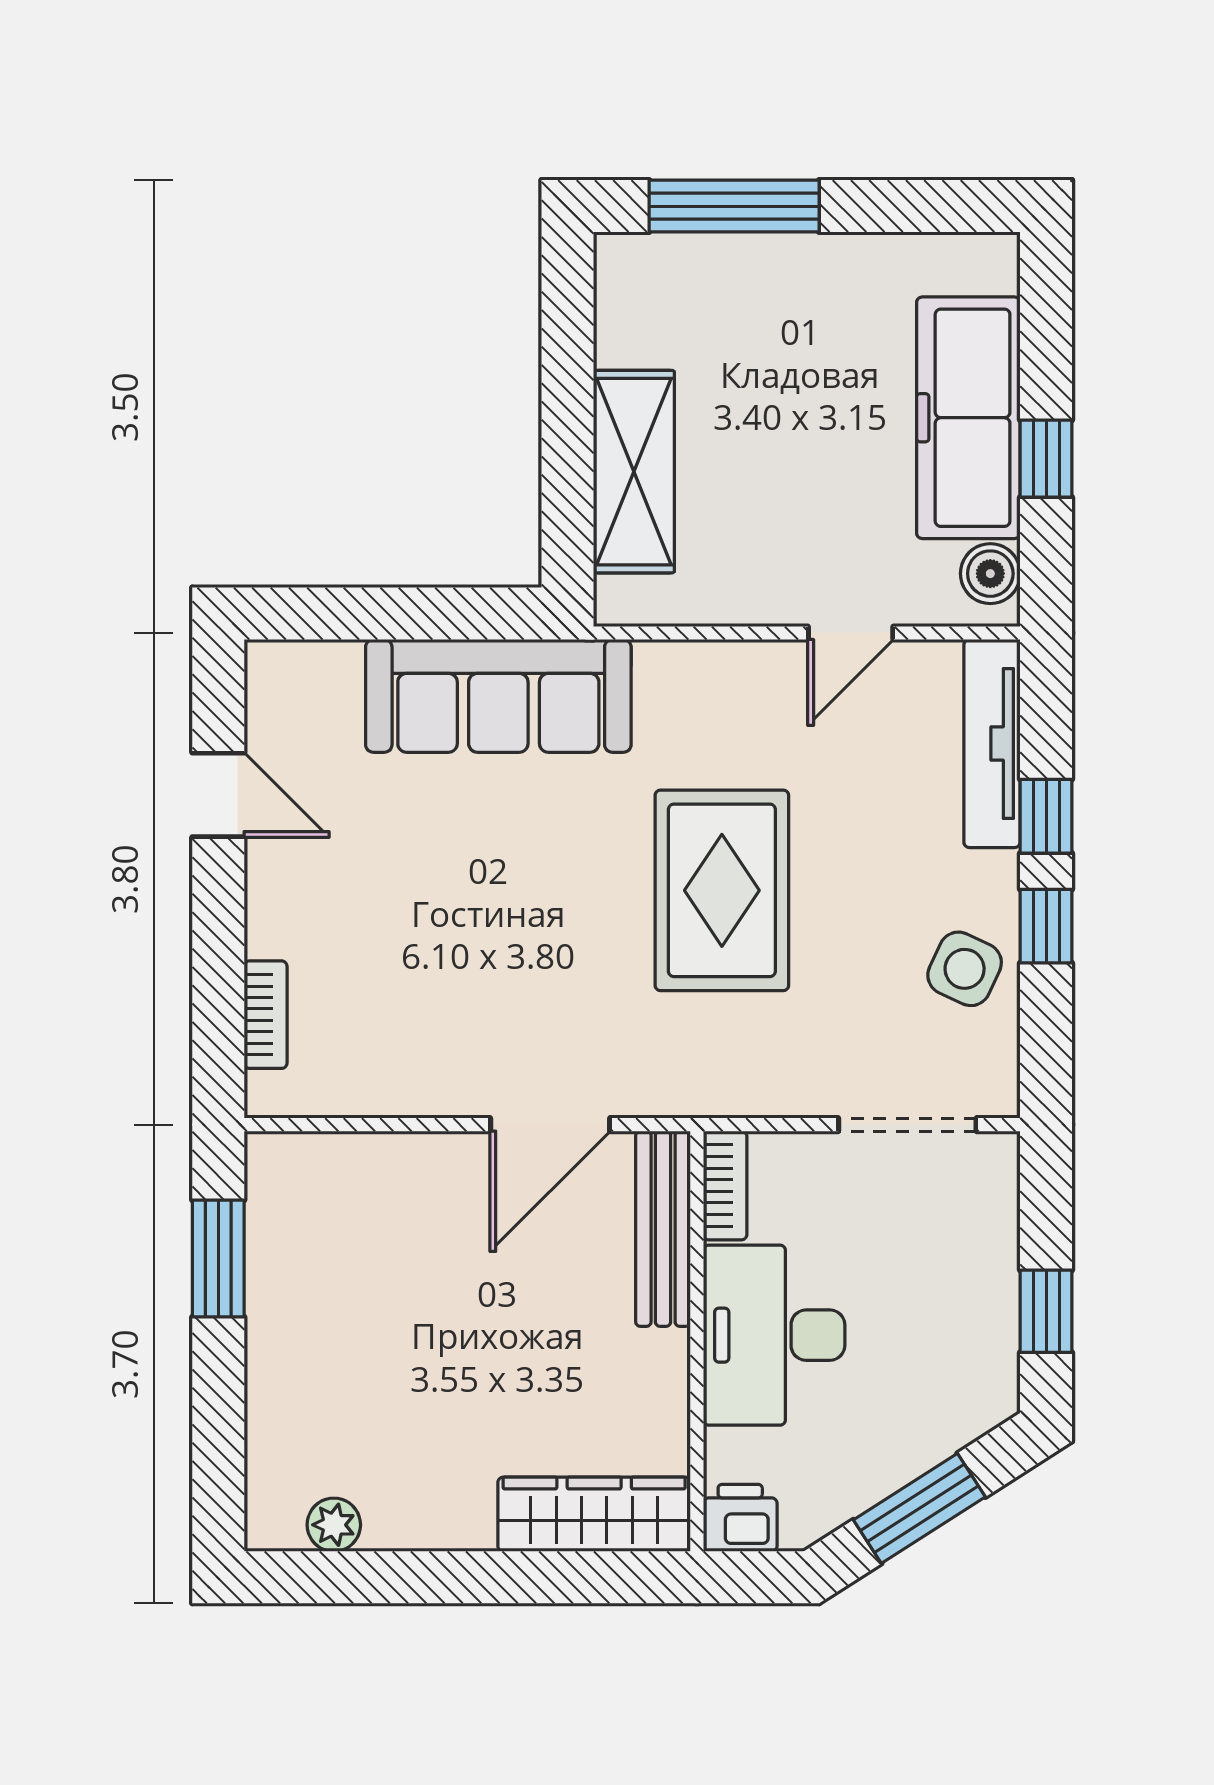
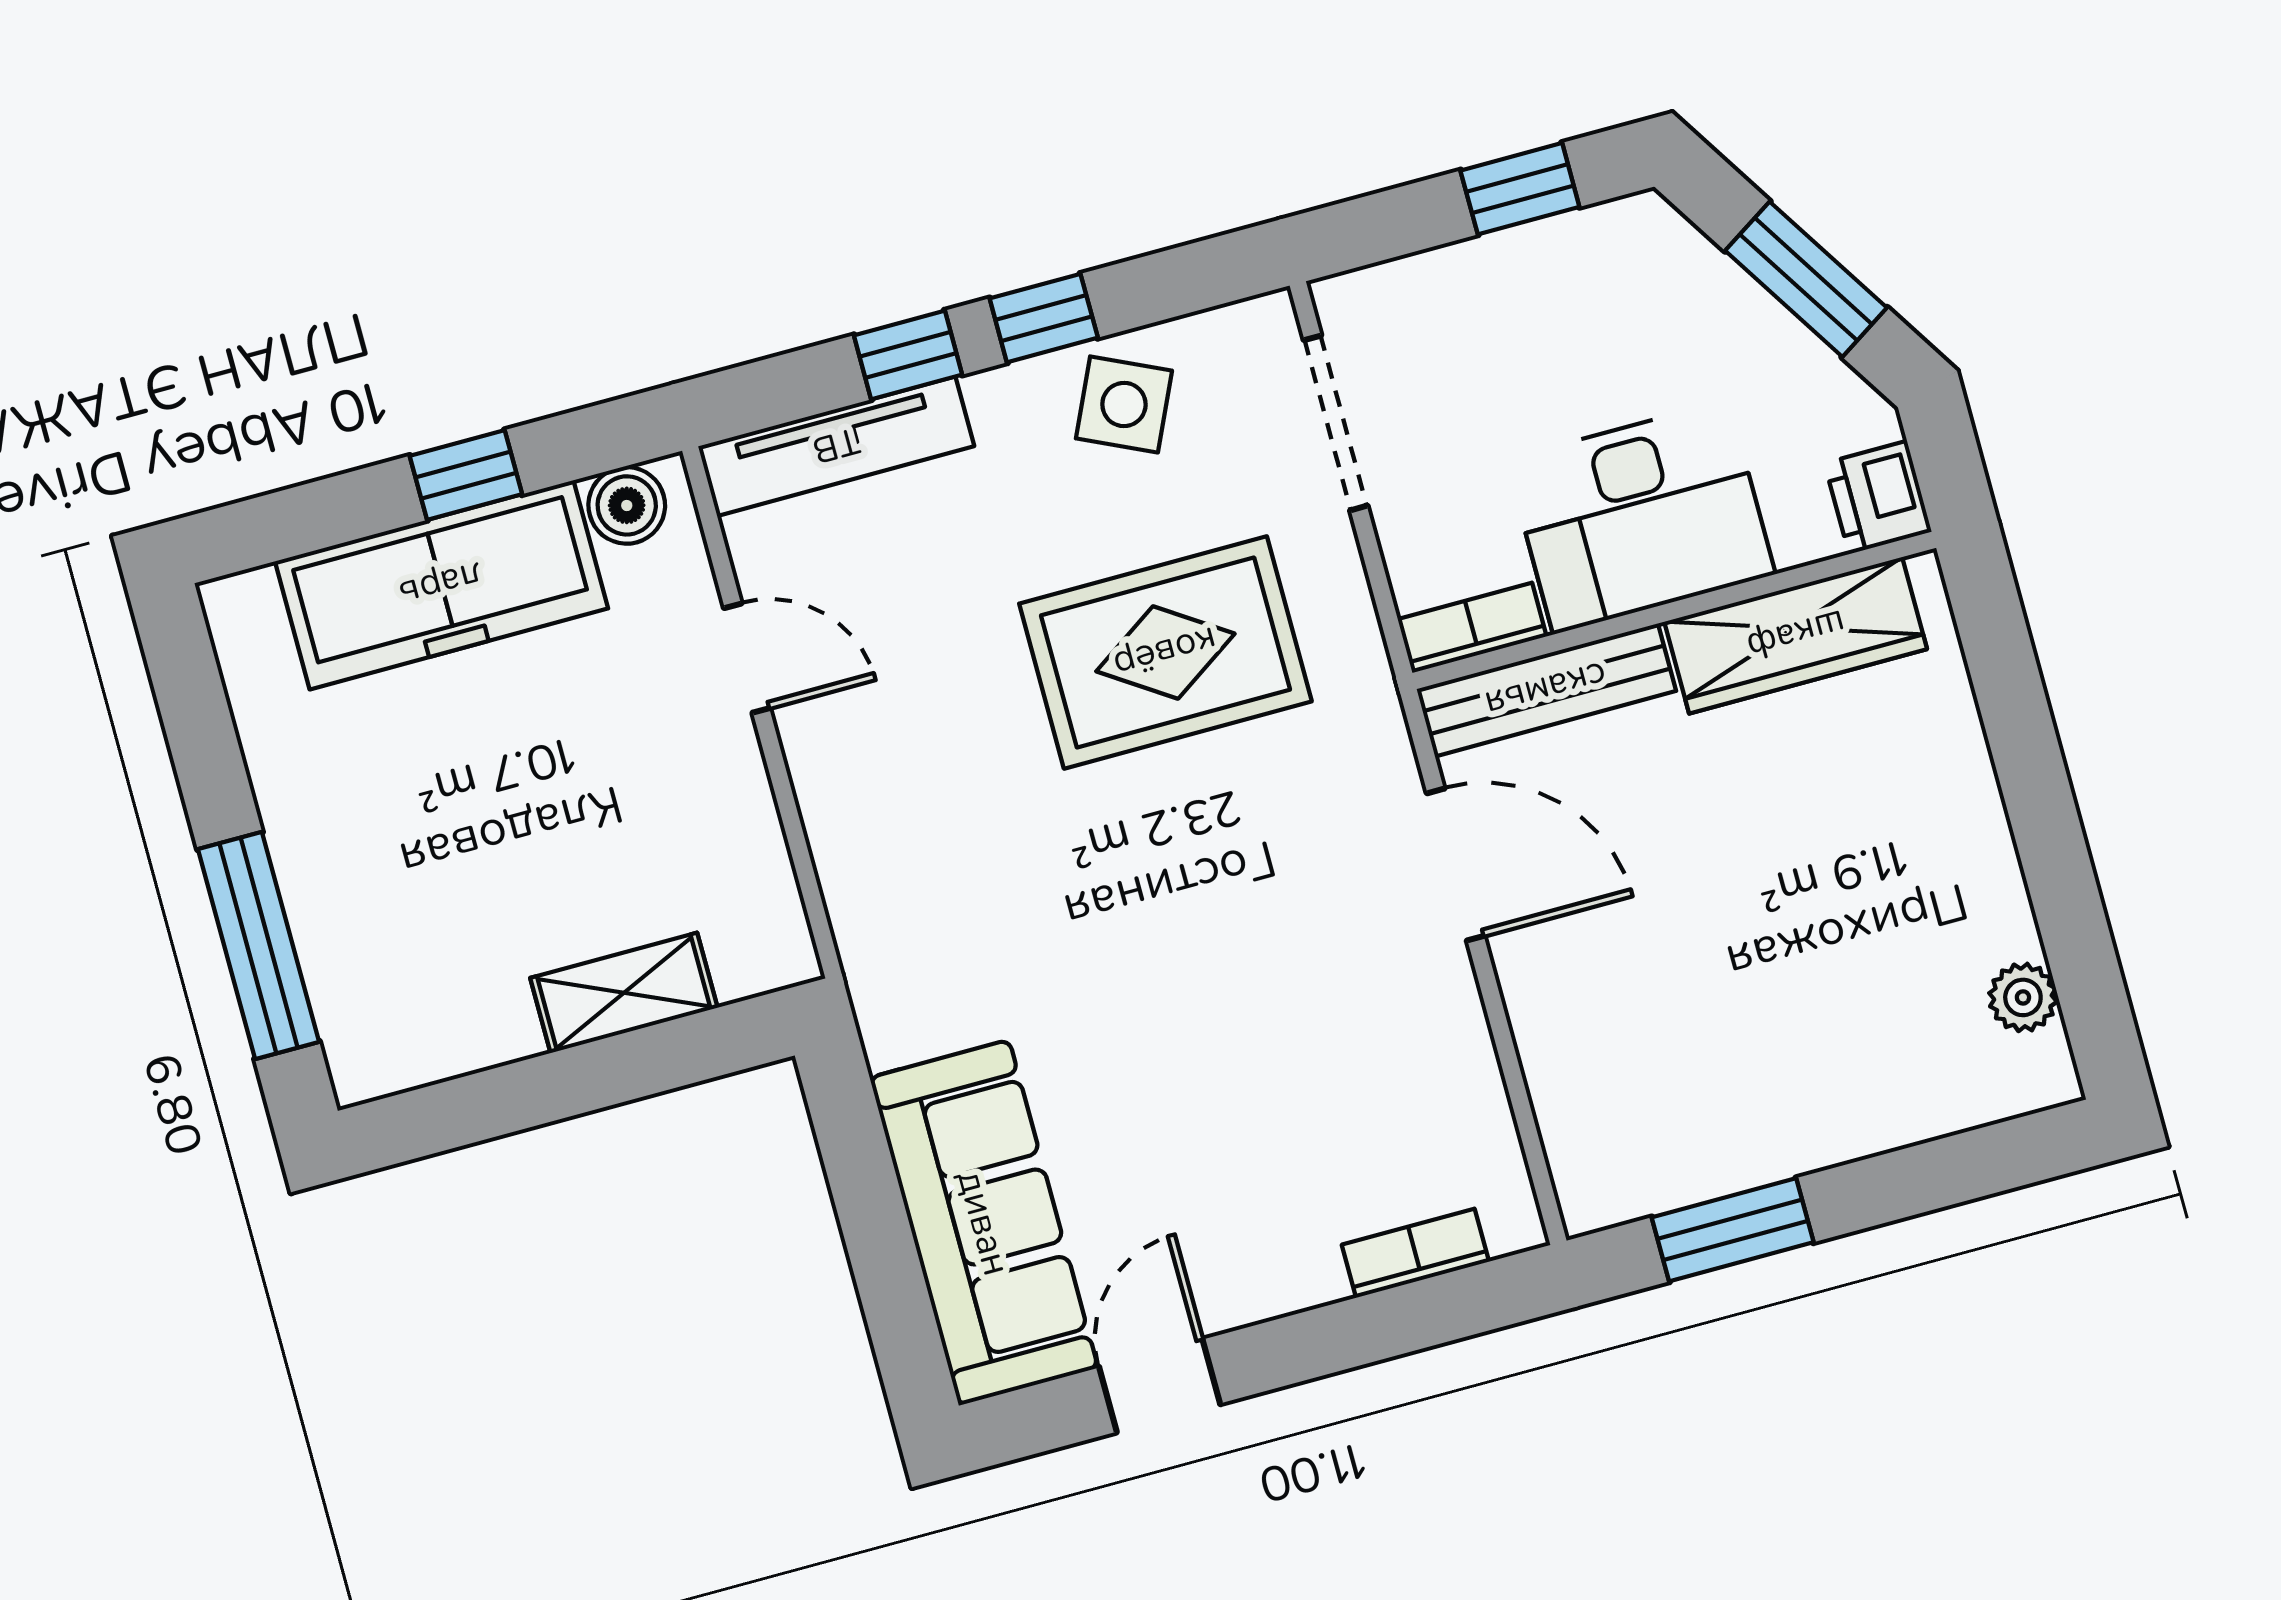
shelving: (634, 472) -> (624, 993), width x0.67, depth x0.75
sofa: (498, 696) -> (984, 1223), moved
rug: (722, 890) -> (1165, 653), moved
wardrobe: (594, 1514) -> (1796, 635), moved, turned -90

